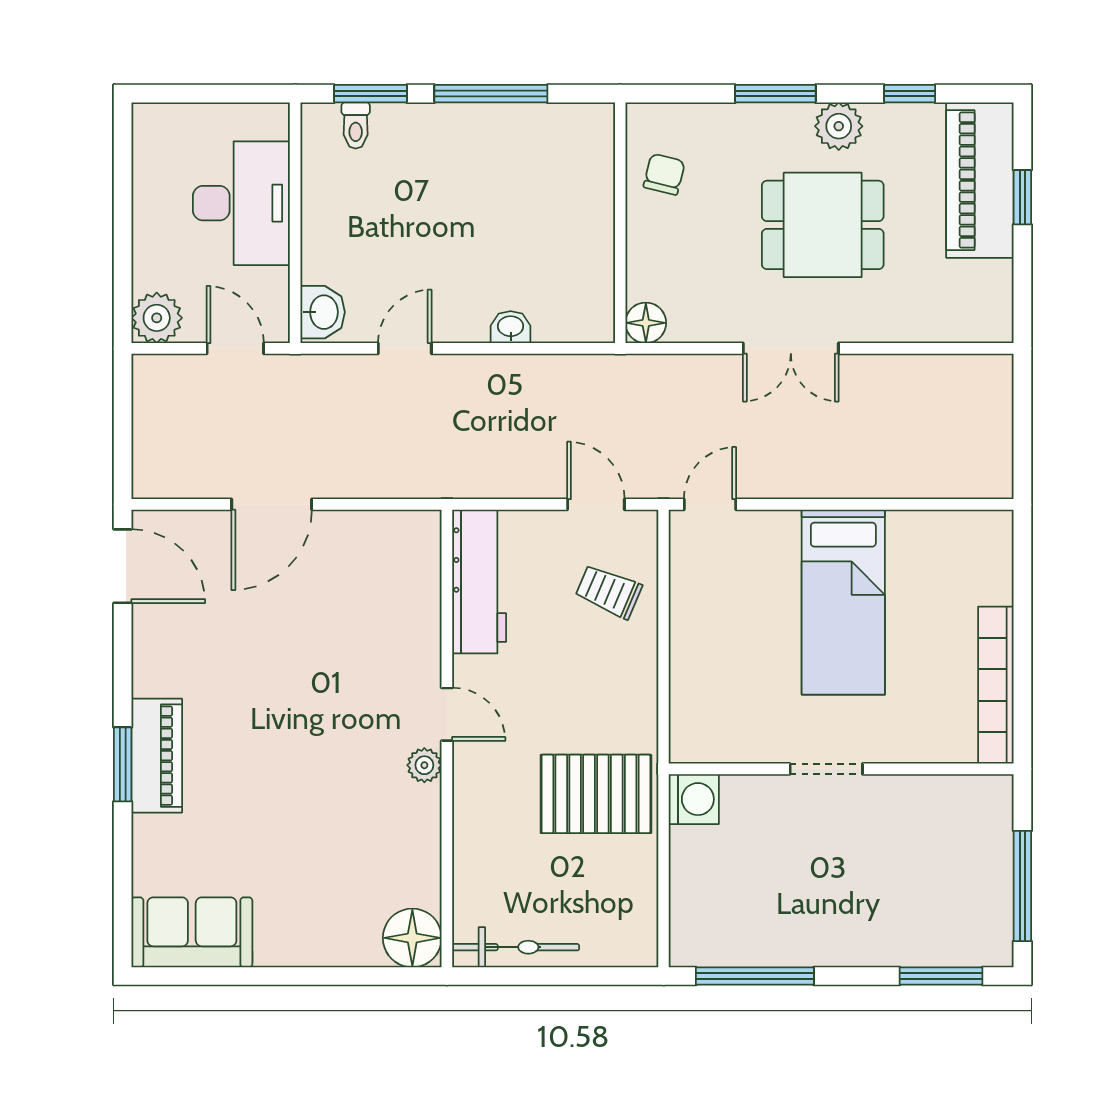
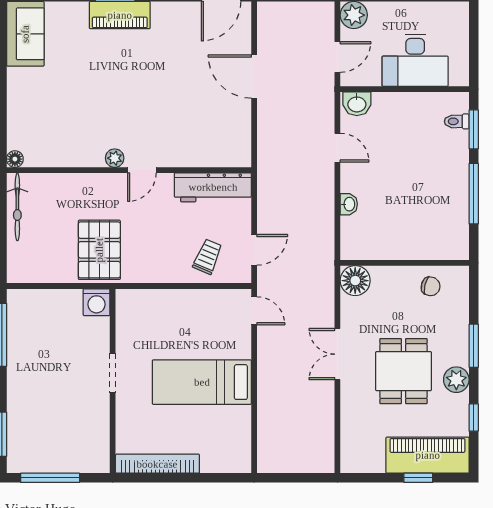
floor lamp: (646, 323) -> (355, 281), width x1.38, depth x1.38
floor lamp: (412, 938) -> (15, 159), width x0.53, depth x0.53

